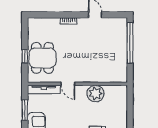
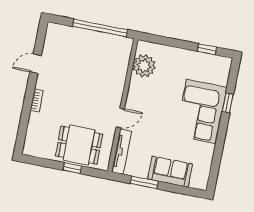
window: (130, 43) -> (100, 28), moved
plant: (95, 94) -> (144, 66), moved

